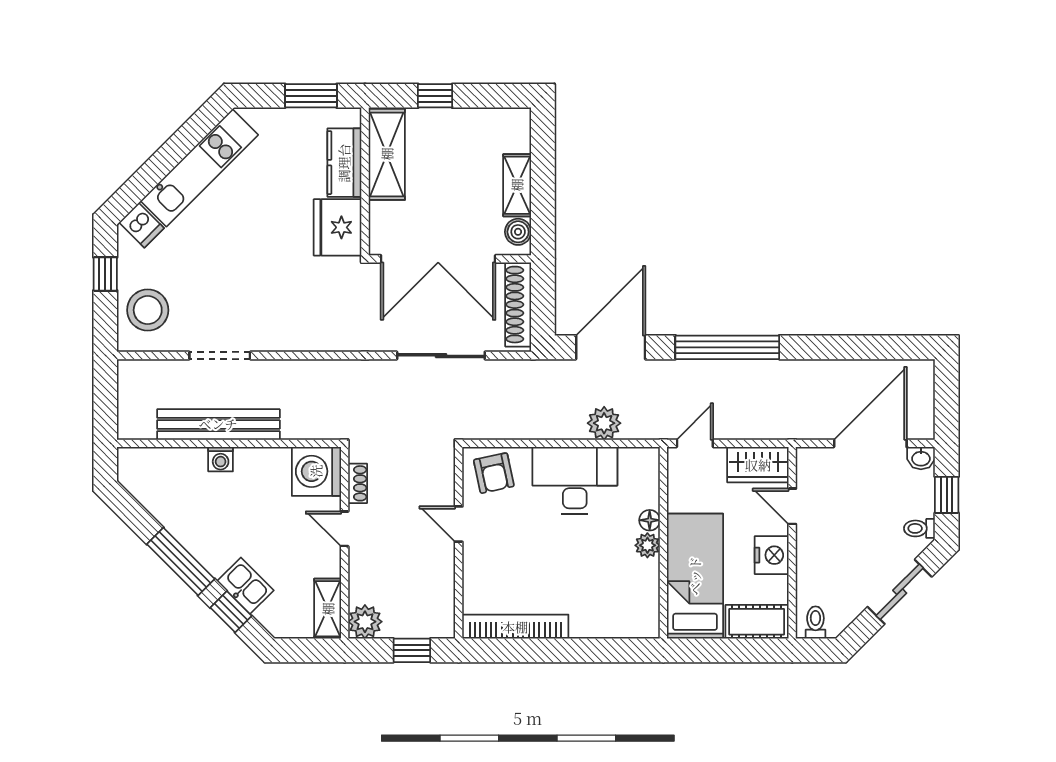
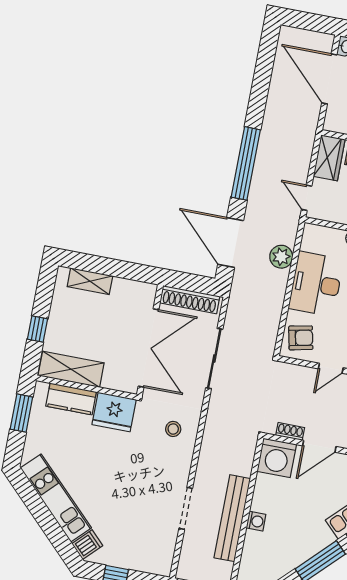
shelving: (517, 185) -> (90, 281), moved
boiler: (518, 232) -> (140, 290), removed
stool: (148, 310) -> (173, 429), moved, width x0.53, depth x0.53
door: (345, 529) -> (319, 446), width x1.37

